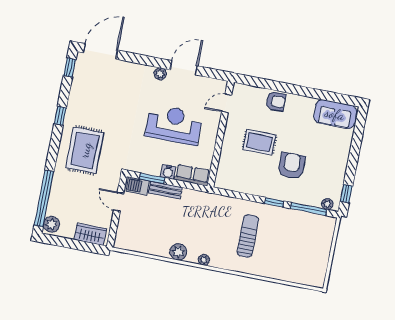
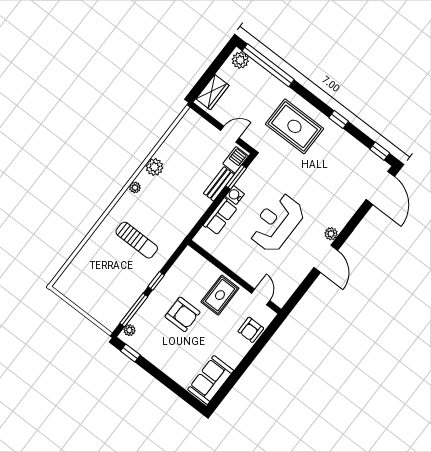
door: (227, 103) -> (261, 297), moved
reception desk: (174, 125) -> (277, 223), turned 180
wall: (221, 134) -> (235, 277), moved

